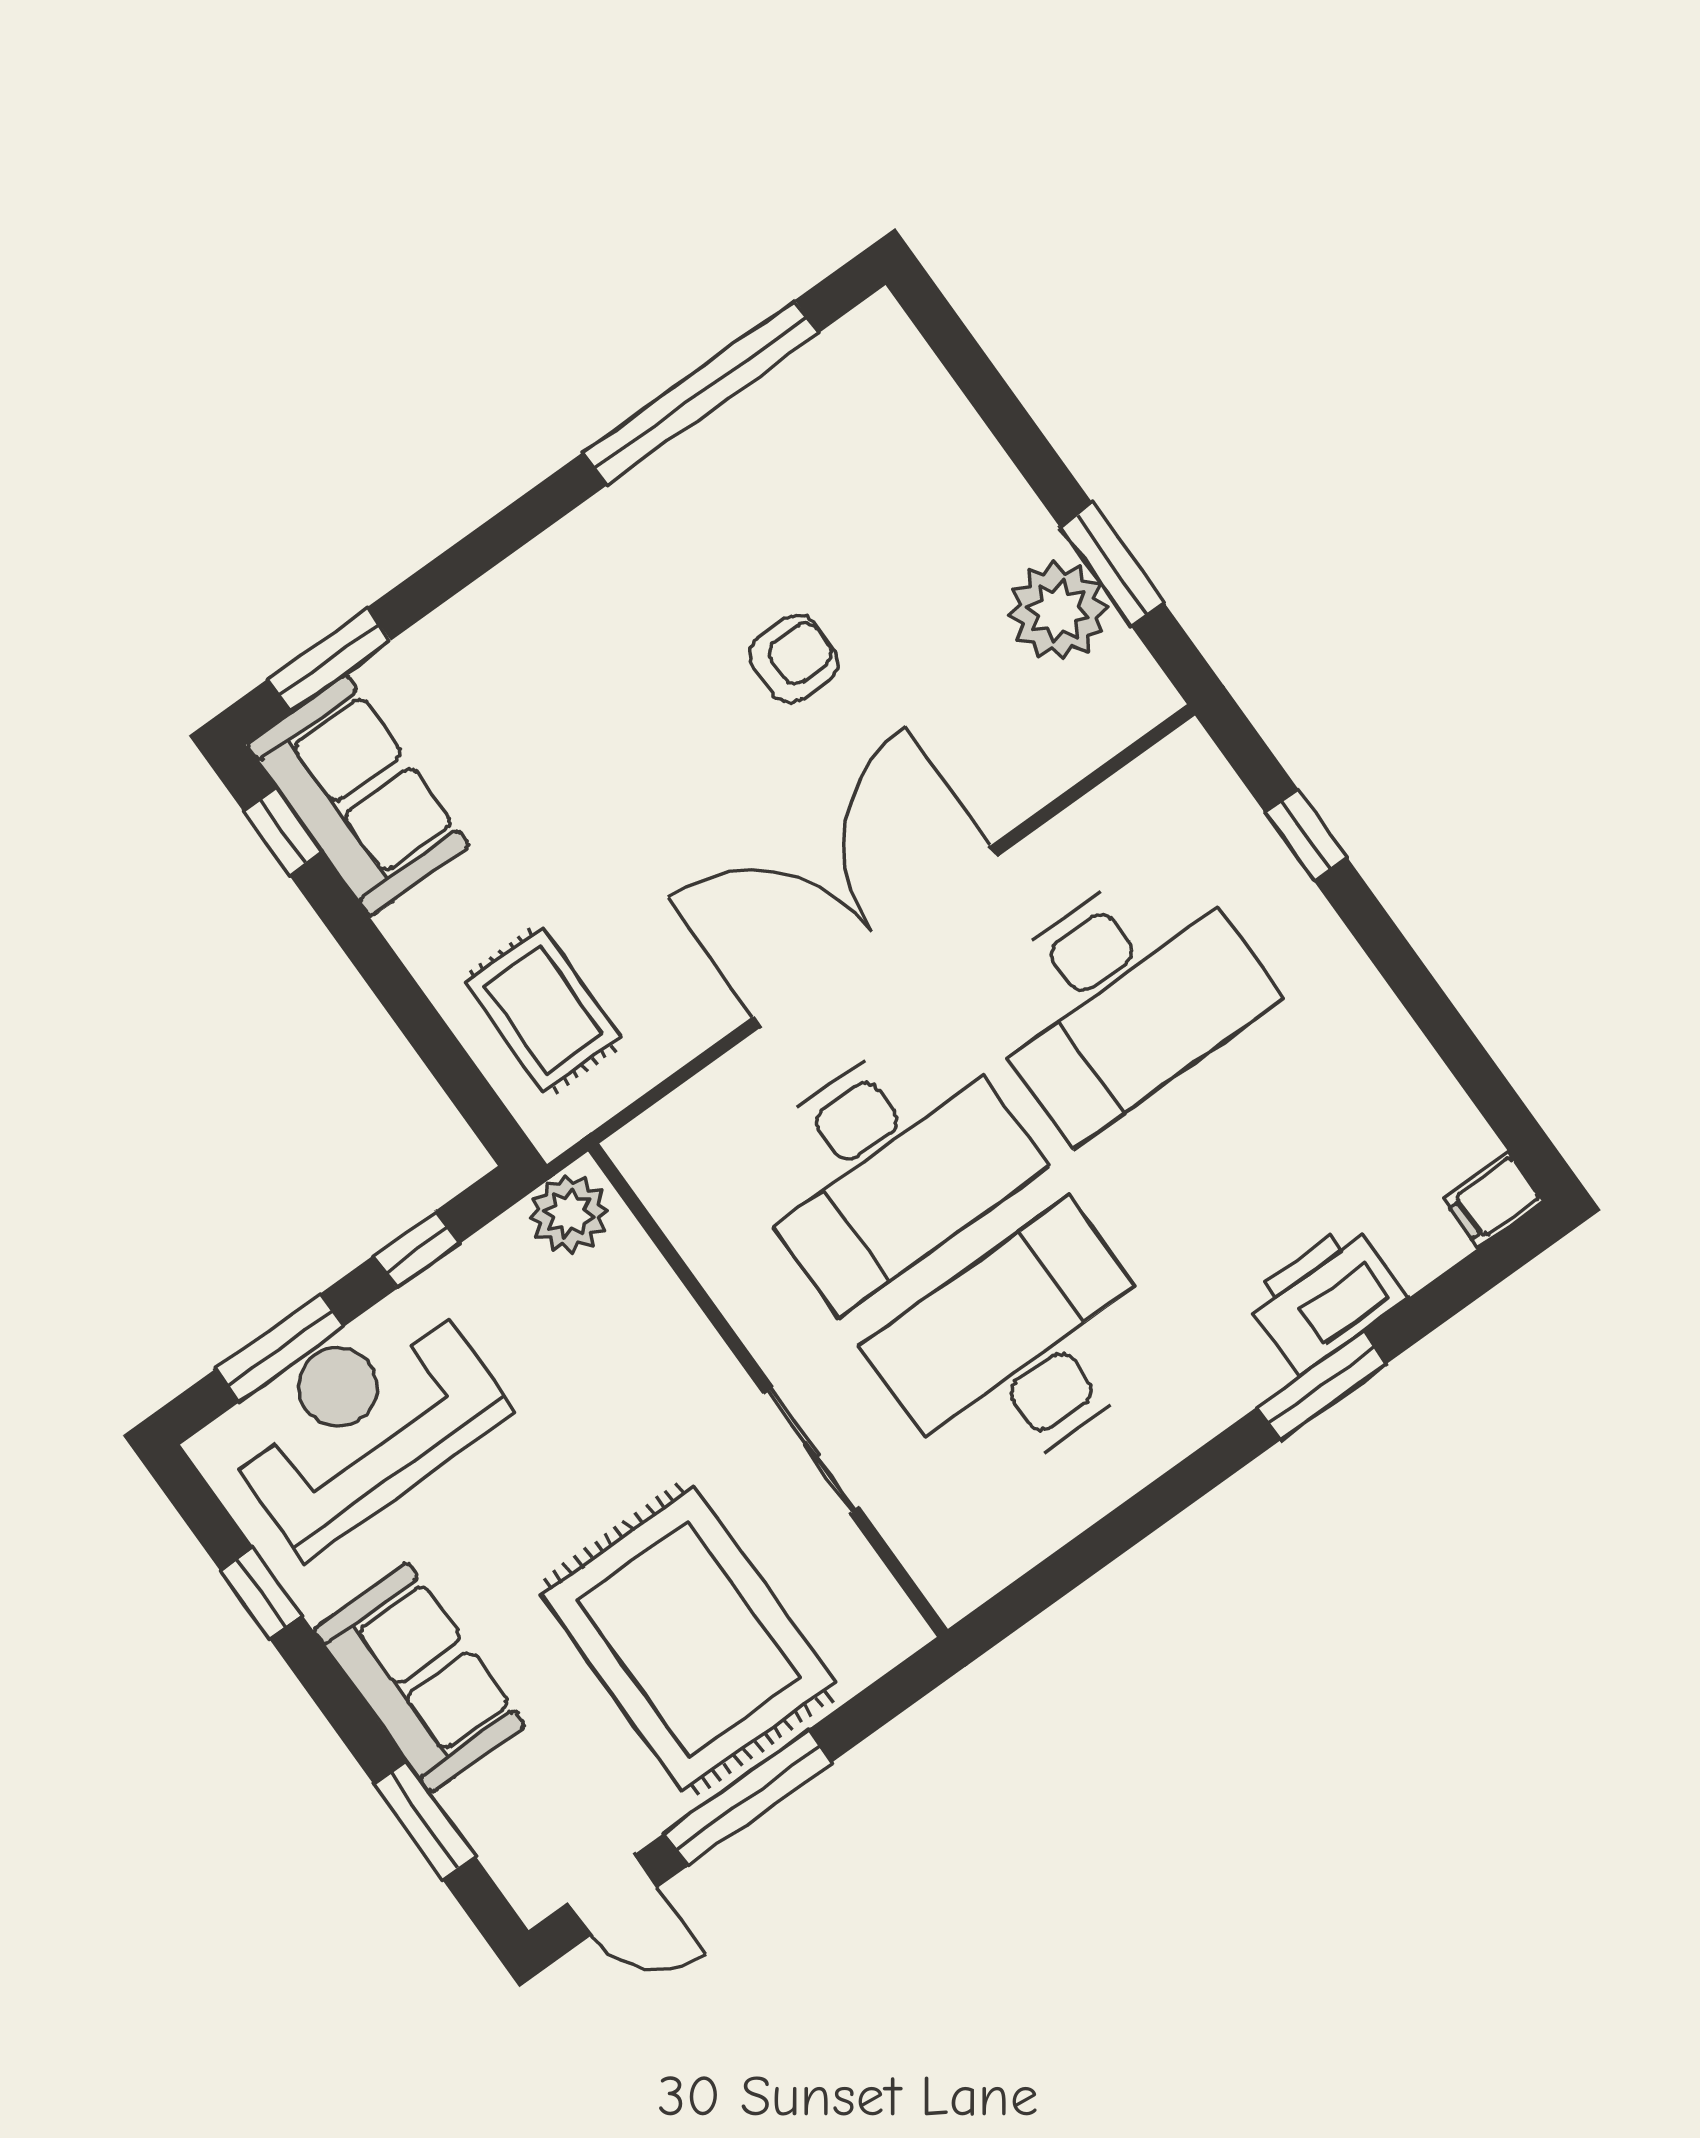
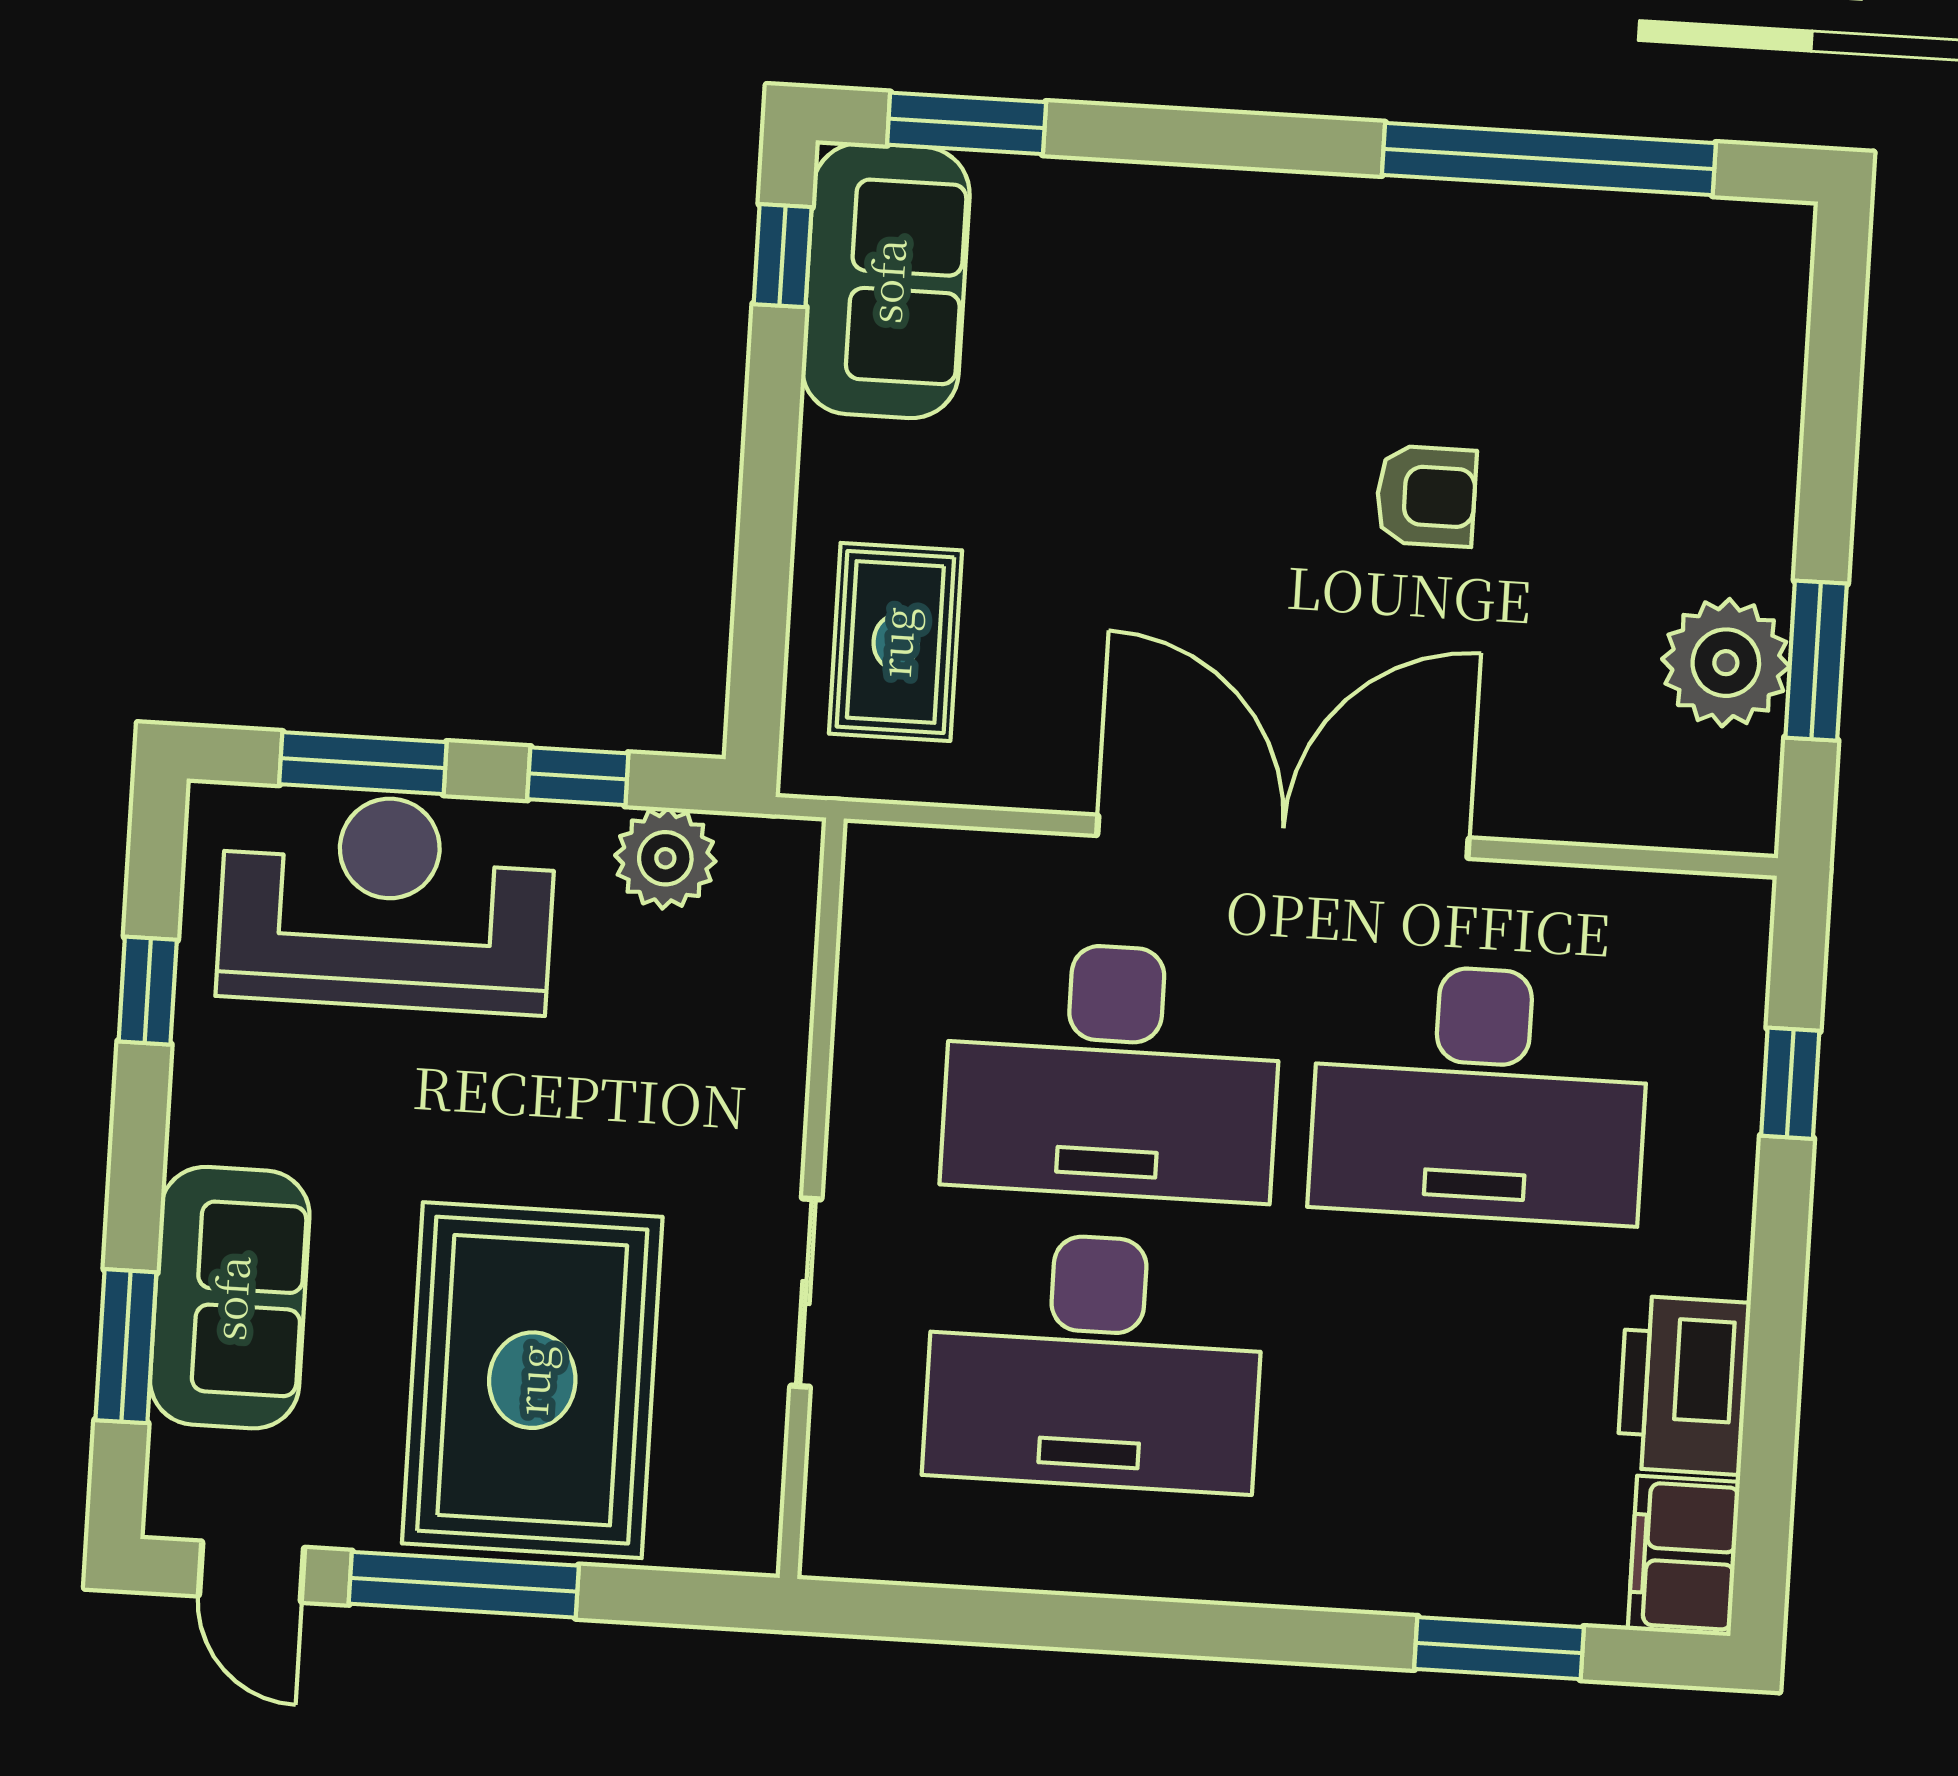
filing cabinet: (1493, 1200) -> (1684, 1556), width x2.00
plant: (569, 1214) -> (665, 858), moved
printer: (1325, 1298) -> (1684, 1385), moved, turned -90
desk: (1021, 1349) -> (1094, 1361), turned 180
window: (1322, 1385) -> (1499, 1648), moved
sofa: (419, 1678) -> (230, 1298), moved

